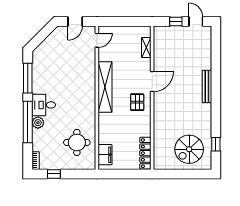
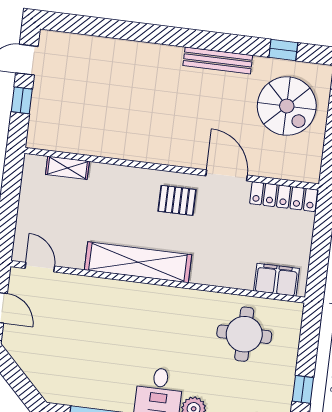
door: (152, 81) -> (227, 175), moved
bench: (207, 86) -> (218, 60), moved

